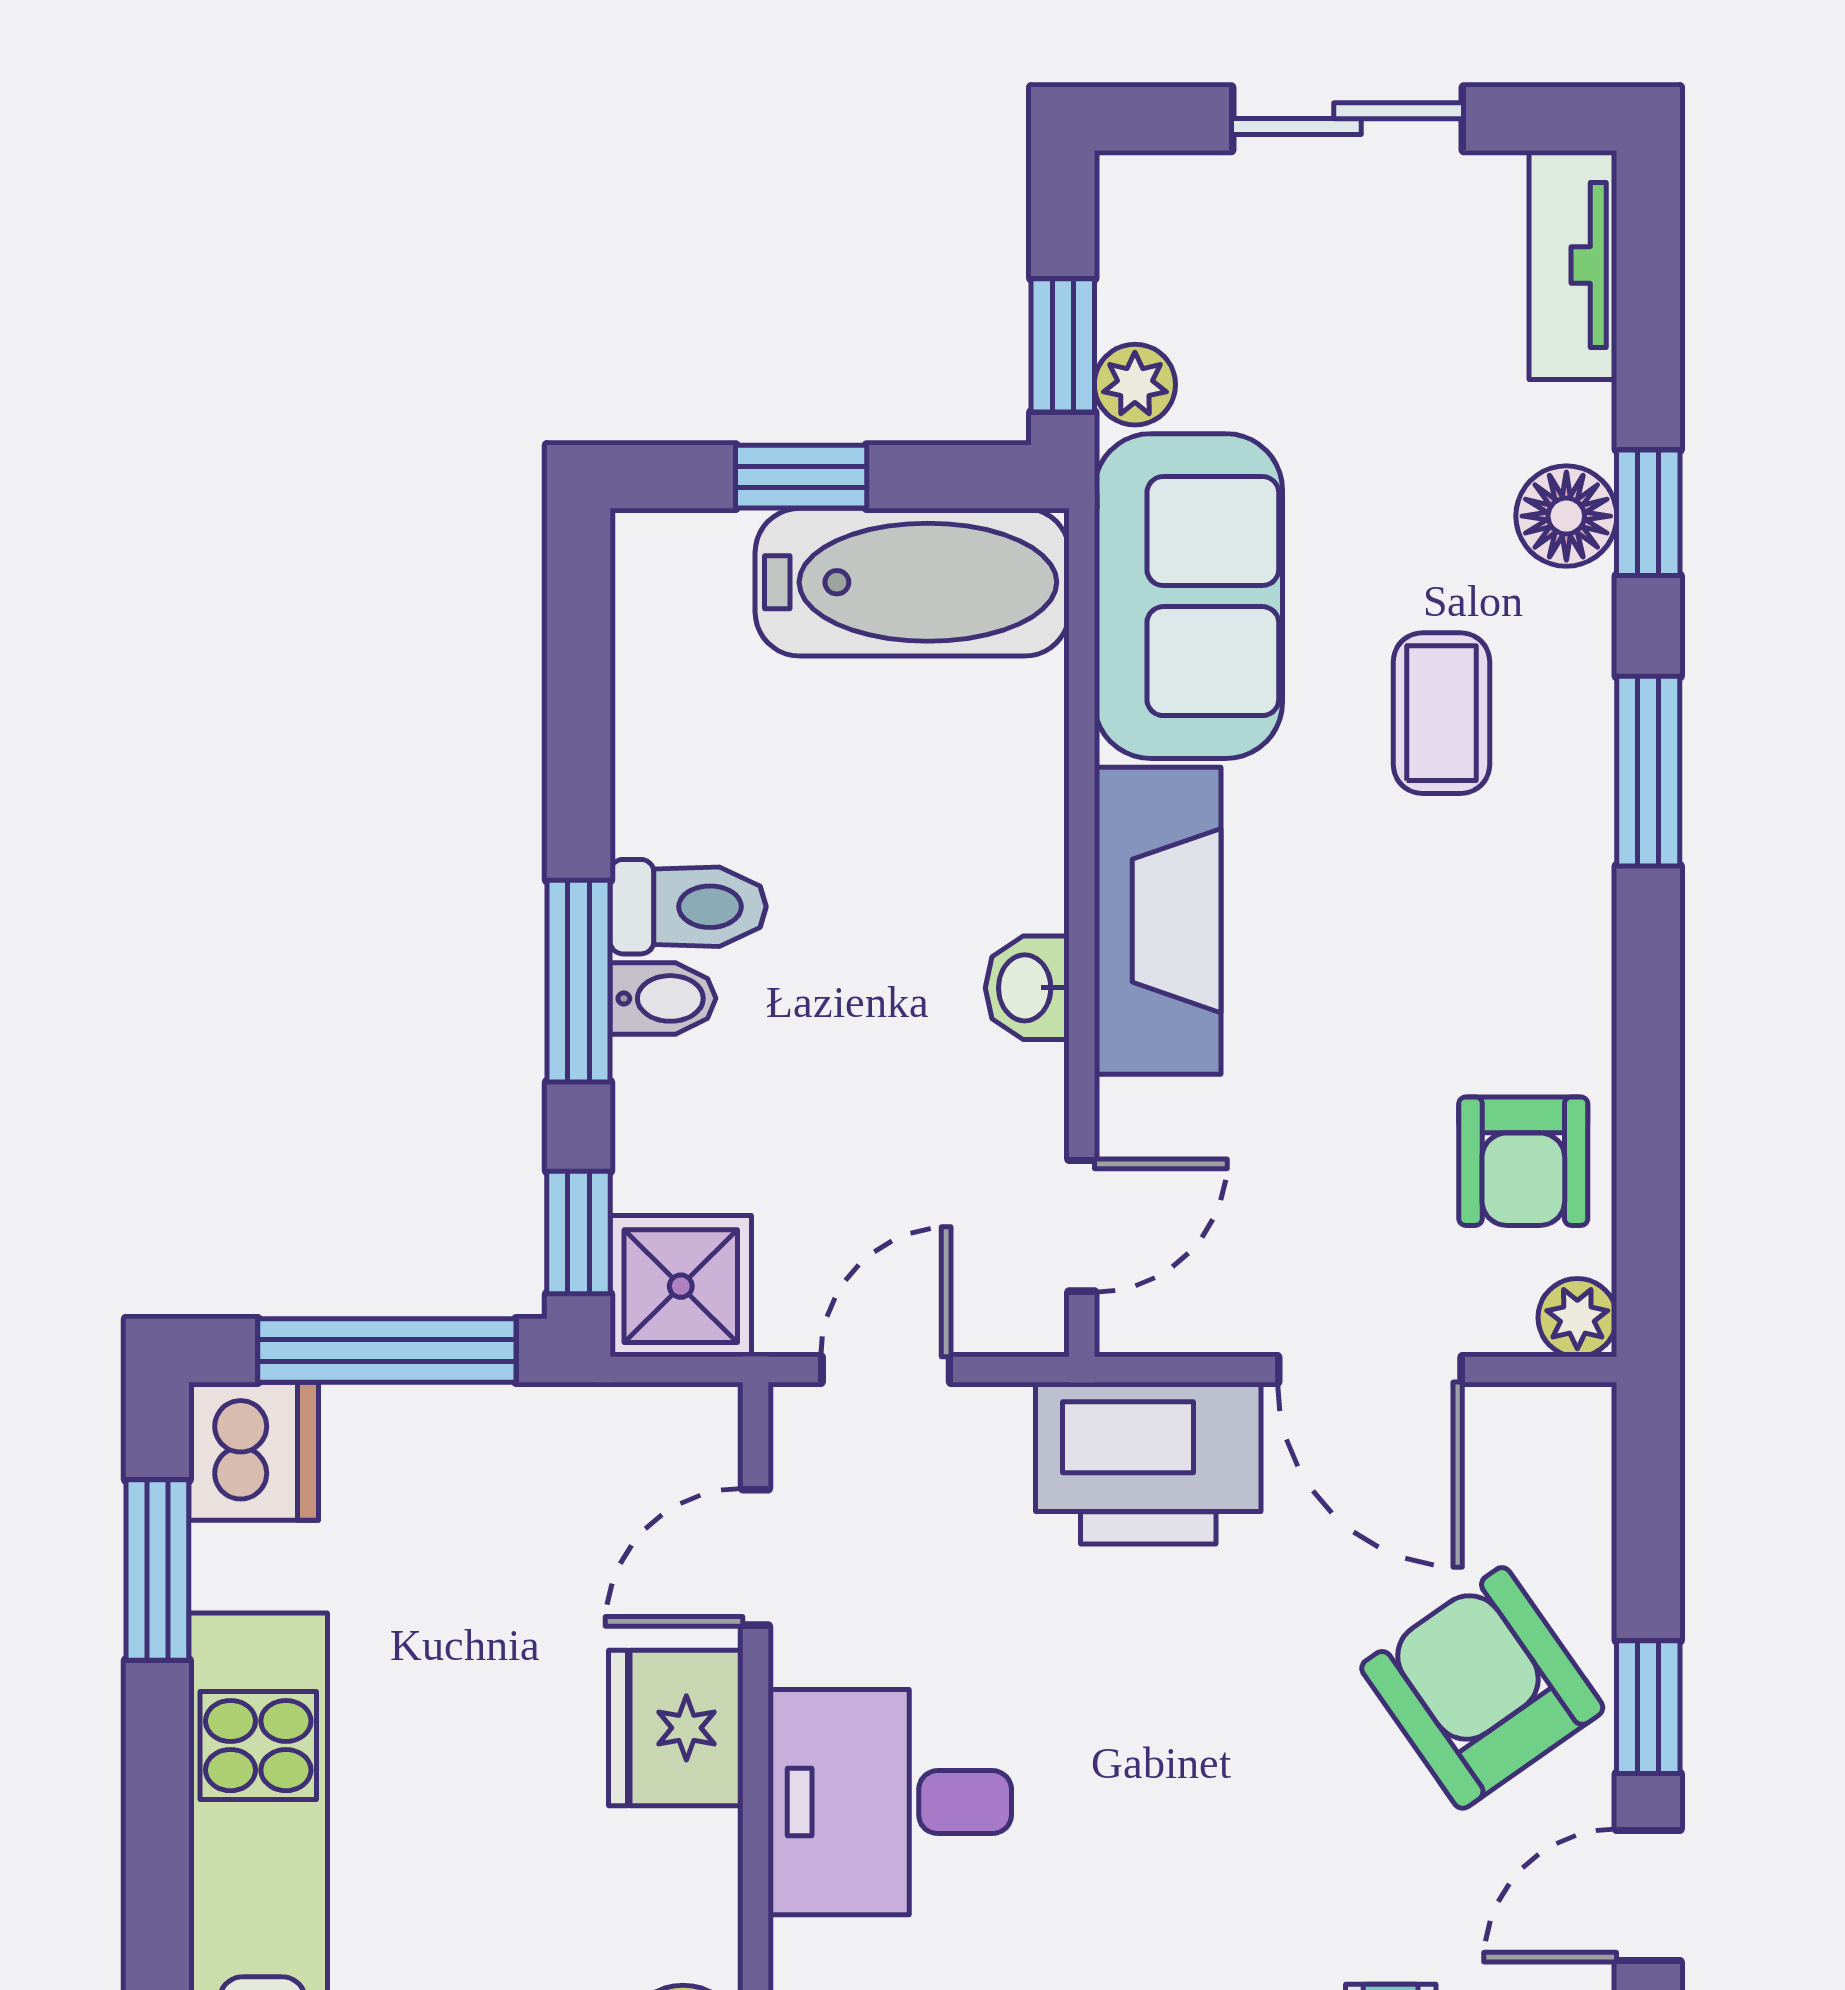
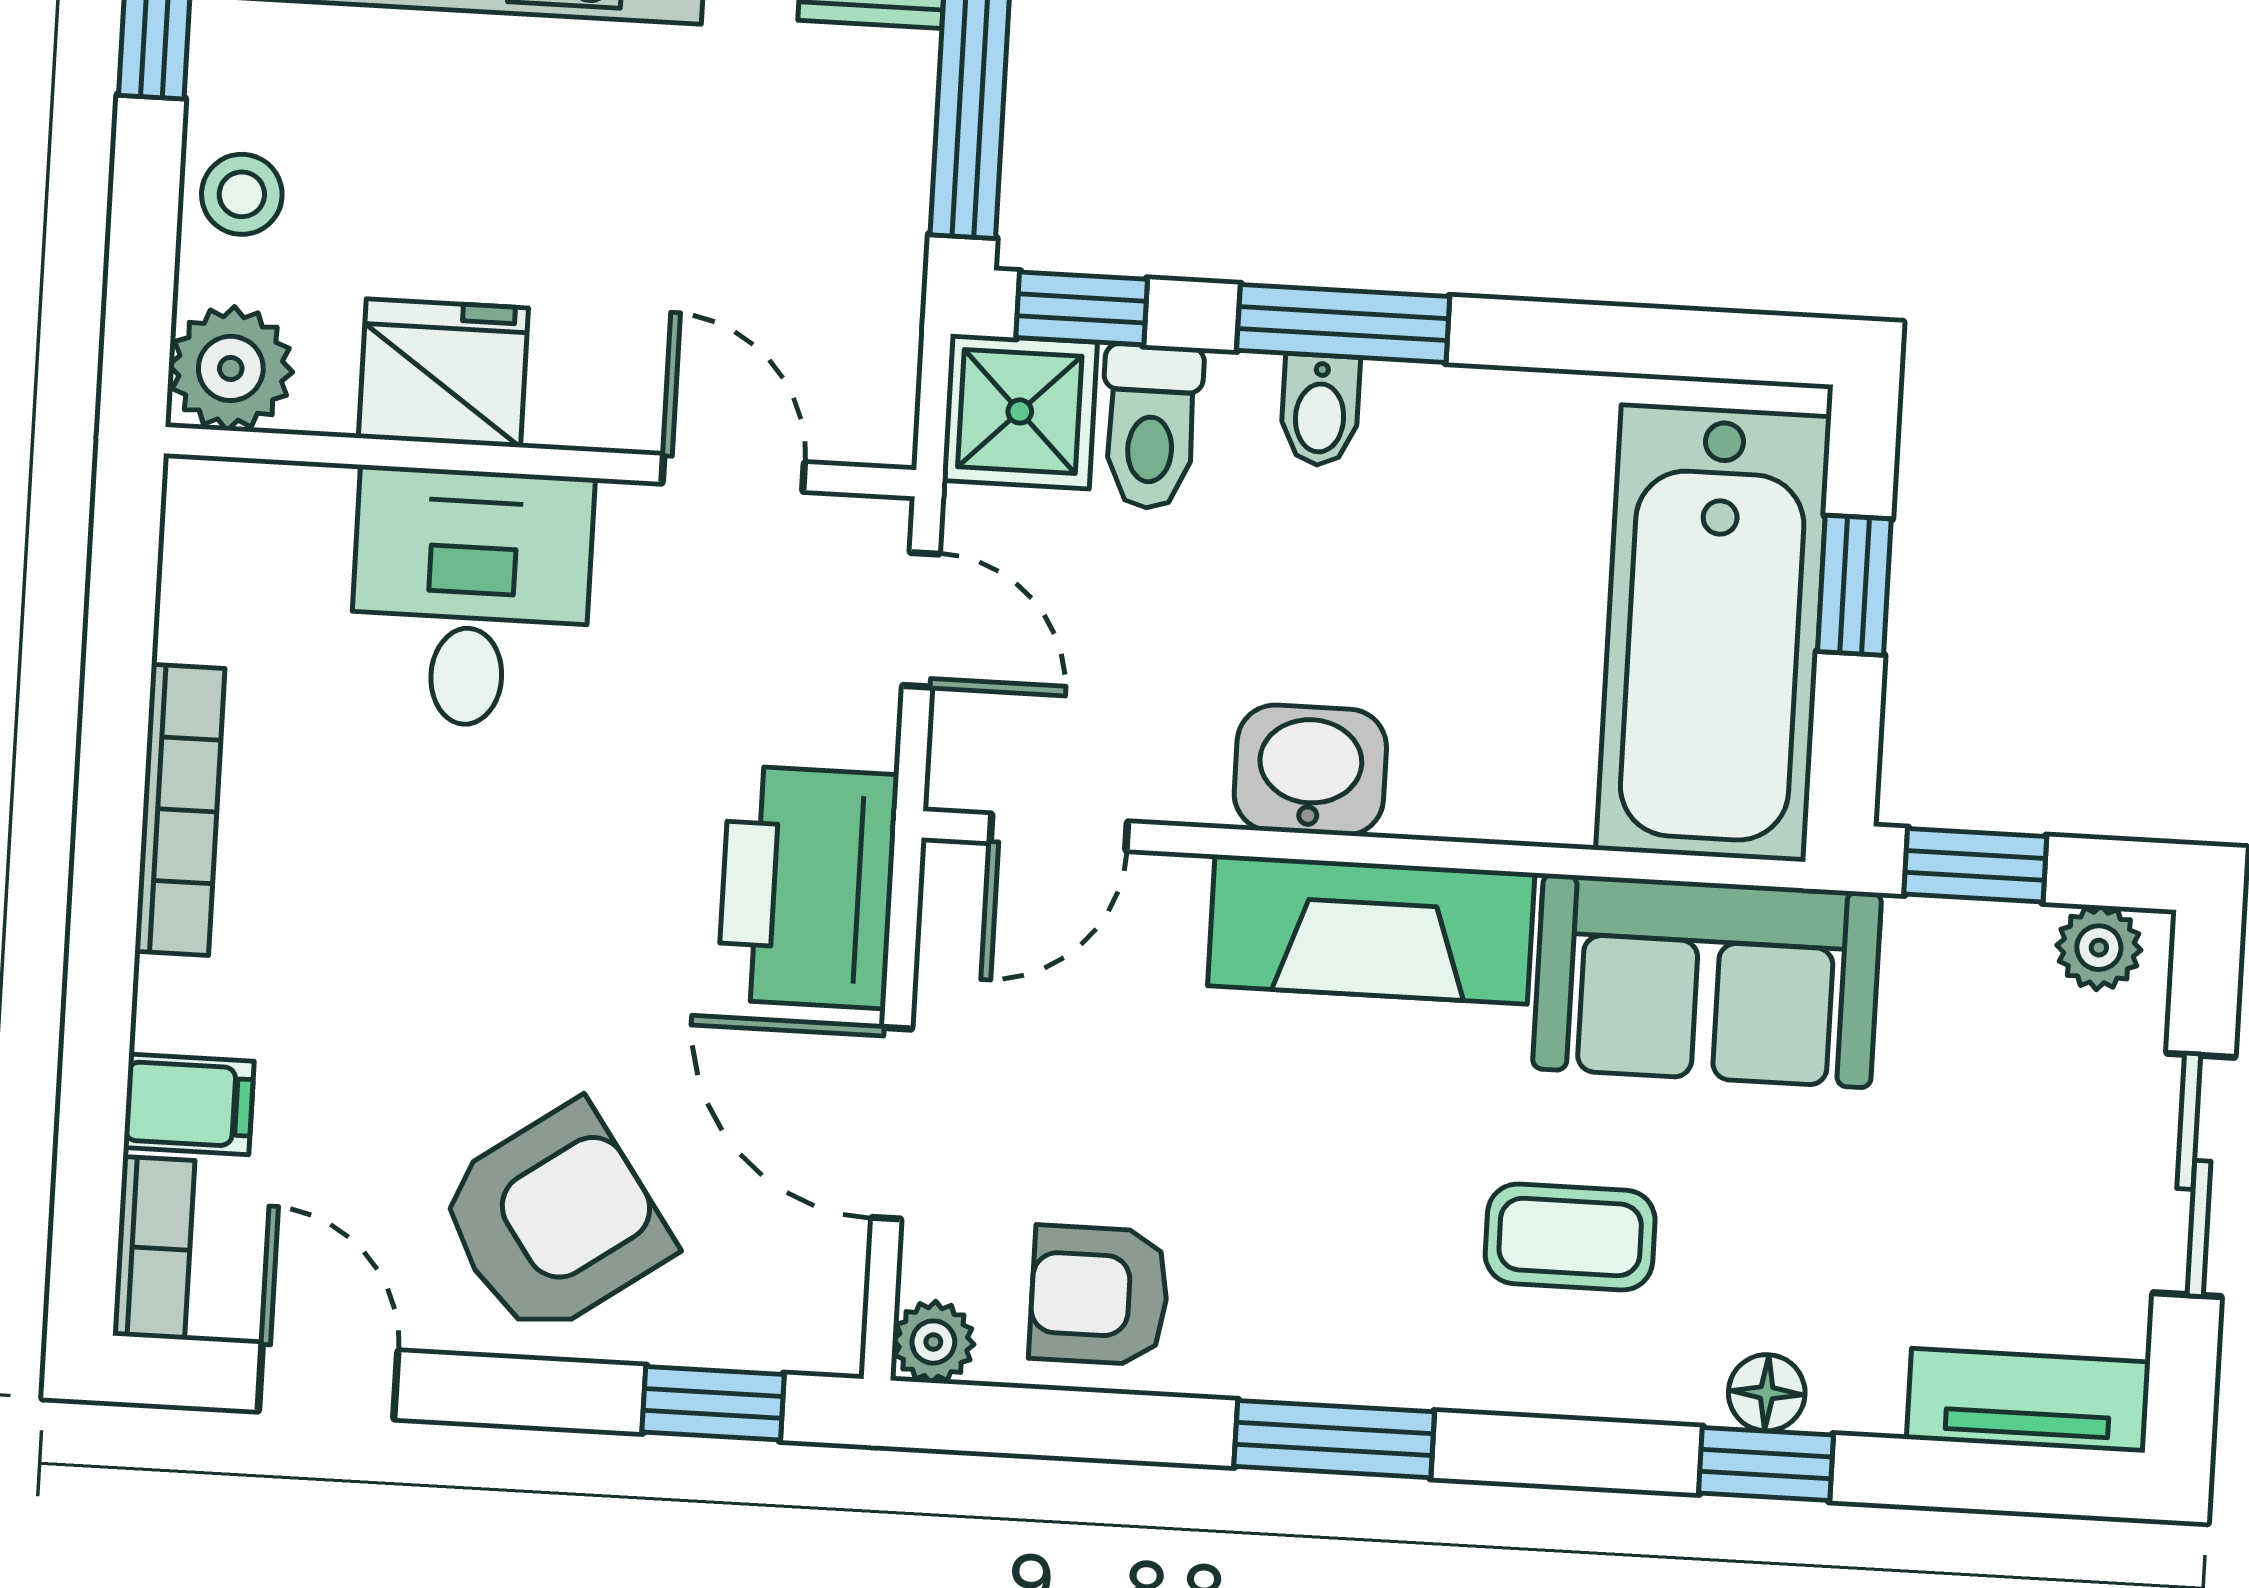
plant: (1135, 385) -> (2099, 948), moved
floor lamp: (1566, 516) -> (1767, 1393), width x0.73, depth x0.73
bathtub: (912, 582) -> (1713, 633), width x1.36, depth x1.36
window: (1648, 771) -> (1334, 1439), moved
toilet: (688, 907) -> (1151, 427), moved
washbasin: (1027, 988) -> (1310, 770), width x1.38, depth x1.45
door: (1082, 1226) -> (1059, 832), hinge flipped
door: (1370, 1369) -> (892, 1123), hinge flipped
window: (1648, 1707) -> (713, 1403), moved
fridge: (676, 1728) -> (443, 373), moved

